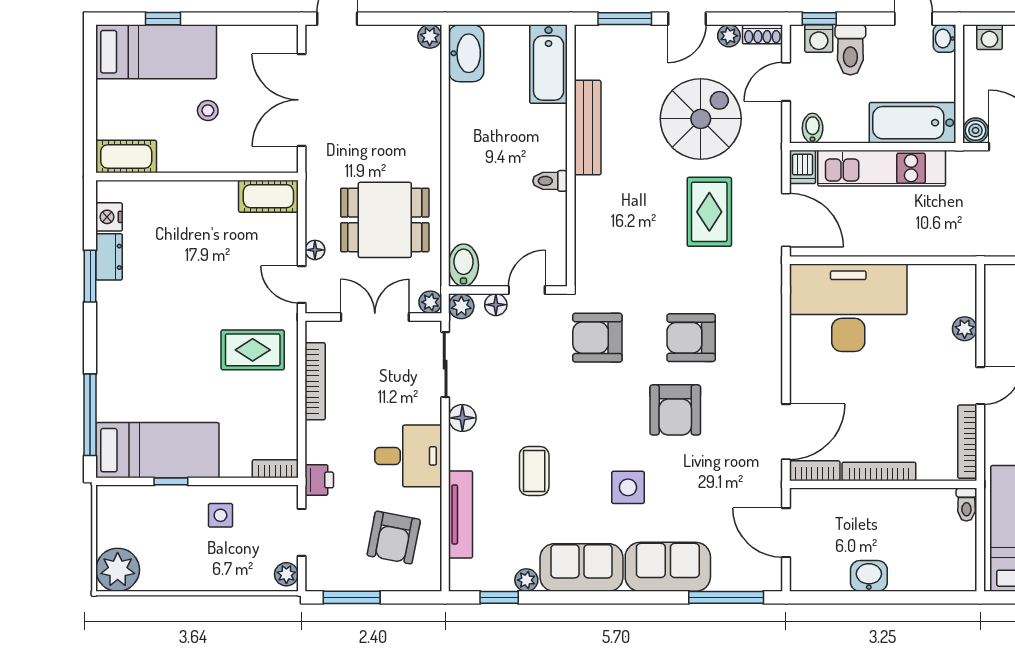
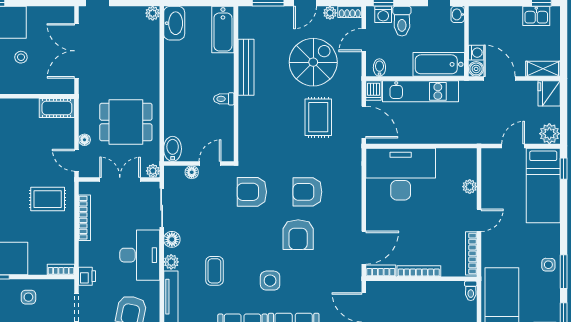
washing machine: (989, 37) -> (476, 53), moved, turned -90
plant: (461, 306) -> (171, 262), moved
desk: (408, 456) -> (140, 255), width x1.37

